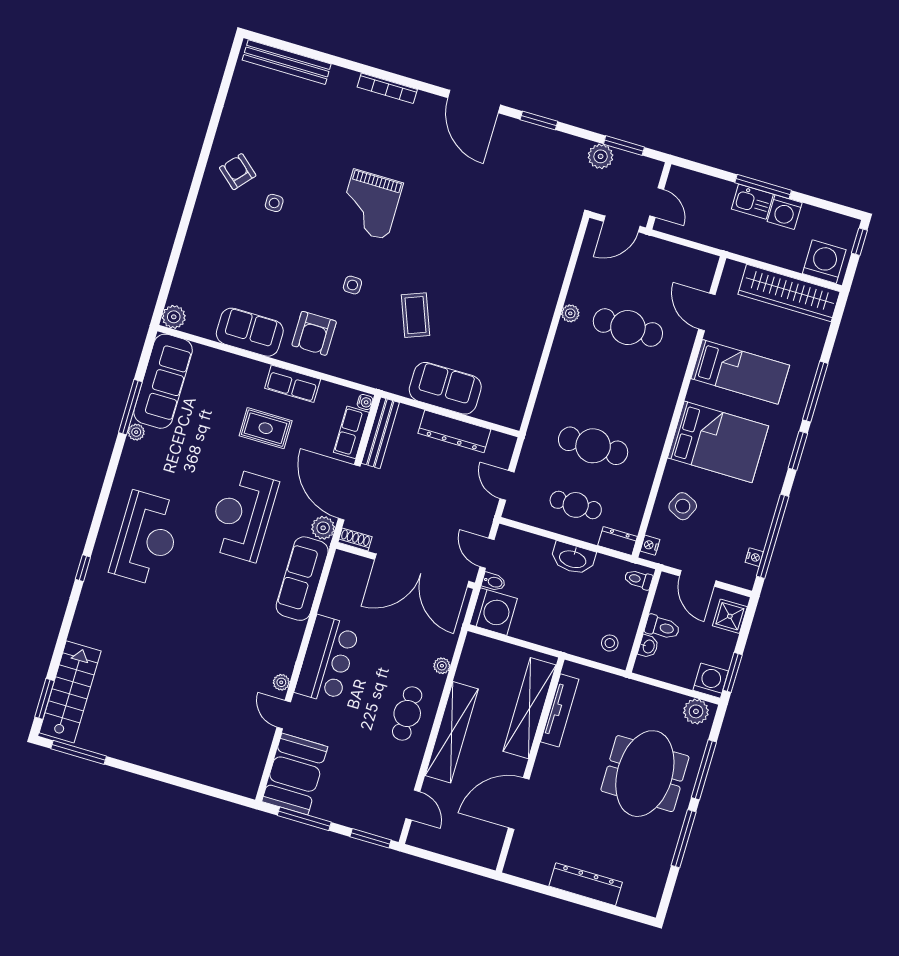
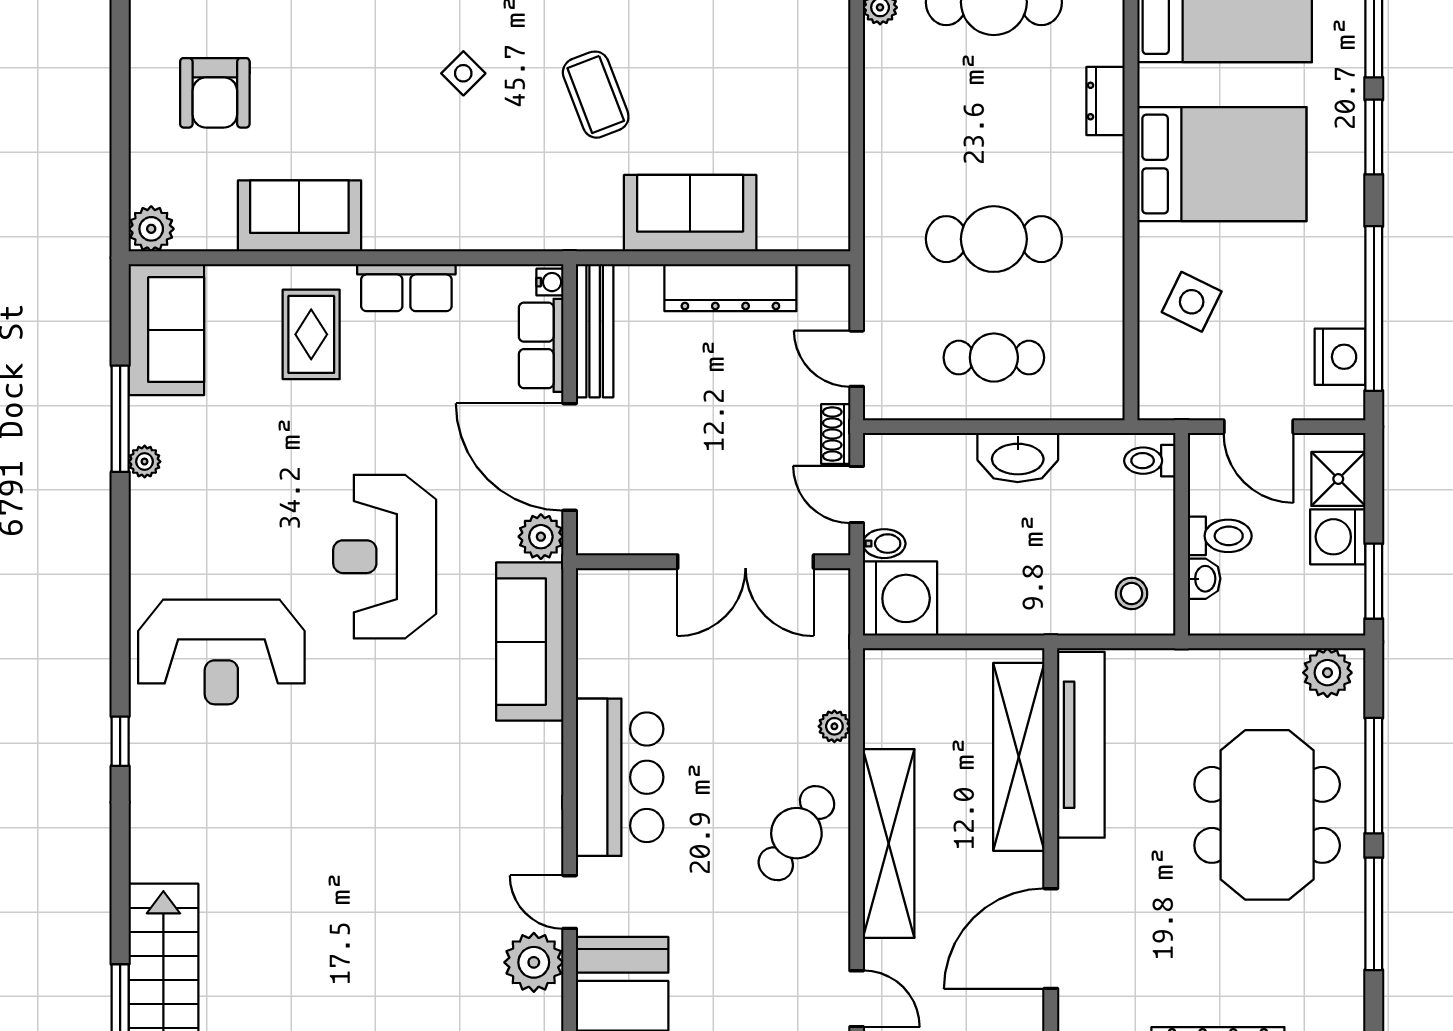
side table: (352, 285) -> (463, 73), turned 45
armchair: (314, 333) -> (215, 93), moved
sofa: (163, 381) -> (166, 330), width x0.73
rug: (266, 428) -> (311, 334), moved, turned 90
reception desk: (147, 538) -> (221, 652), turned 90
shoe rack: (355, 540) -> (836, 434), moved, turned -90
dresser: (618, 541) -> (1105, 101), moved, turned -90
nightstand: (650, 545) -> (1153, 391), removed
nightstand: (754, 557) -> (1340, 357), width x1.89, depth x1.79
double door: (422, 570) -> (746, 562), width x0.73
washing machine: (711, 681) -> (1338, 537), moved, turned -90
plant: (281, 682) -> (534, 962), moved, width x1.87, depth x1.87
tv unit: (560, 710) -> (1081, 745), width x1.36, depth x1.29
cafe table: (407, 713) -> (796, 833), turned 34

